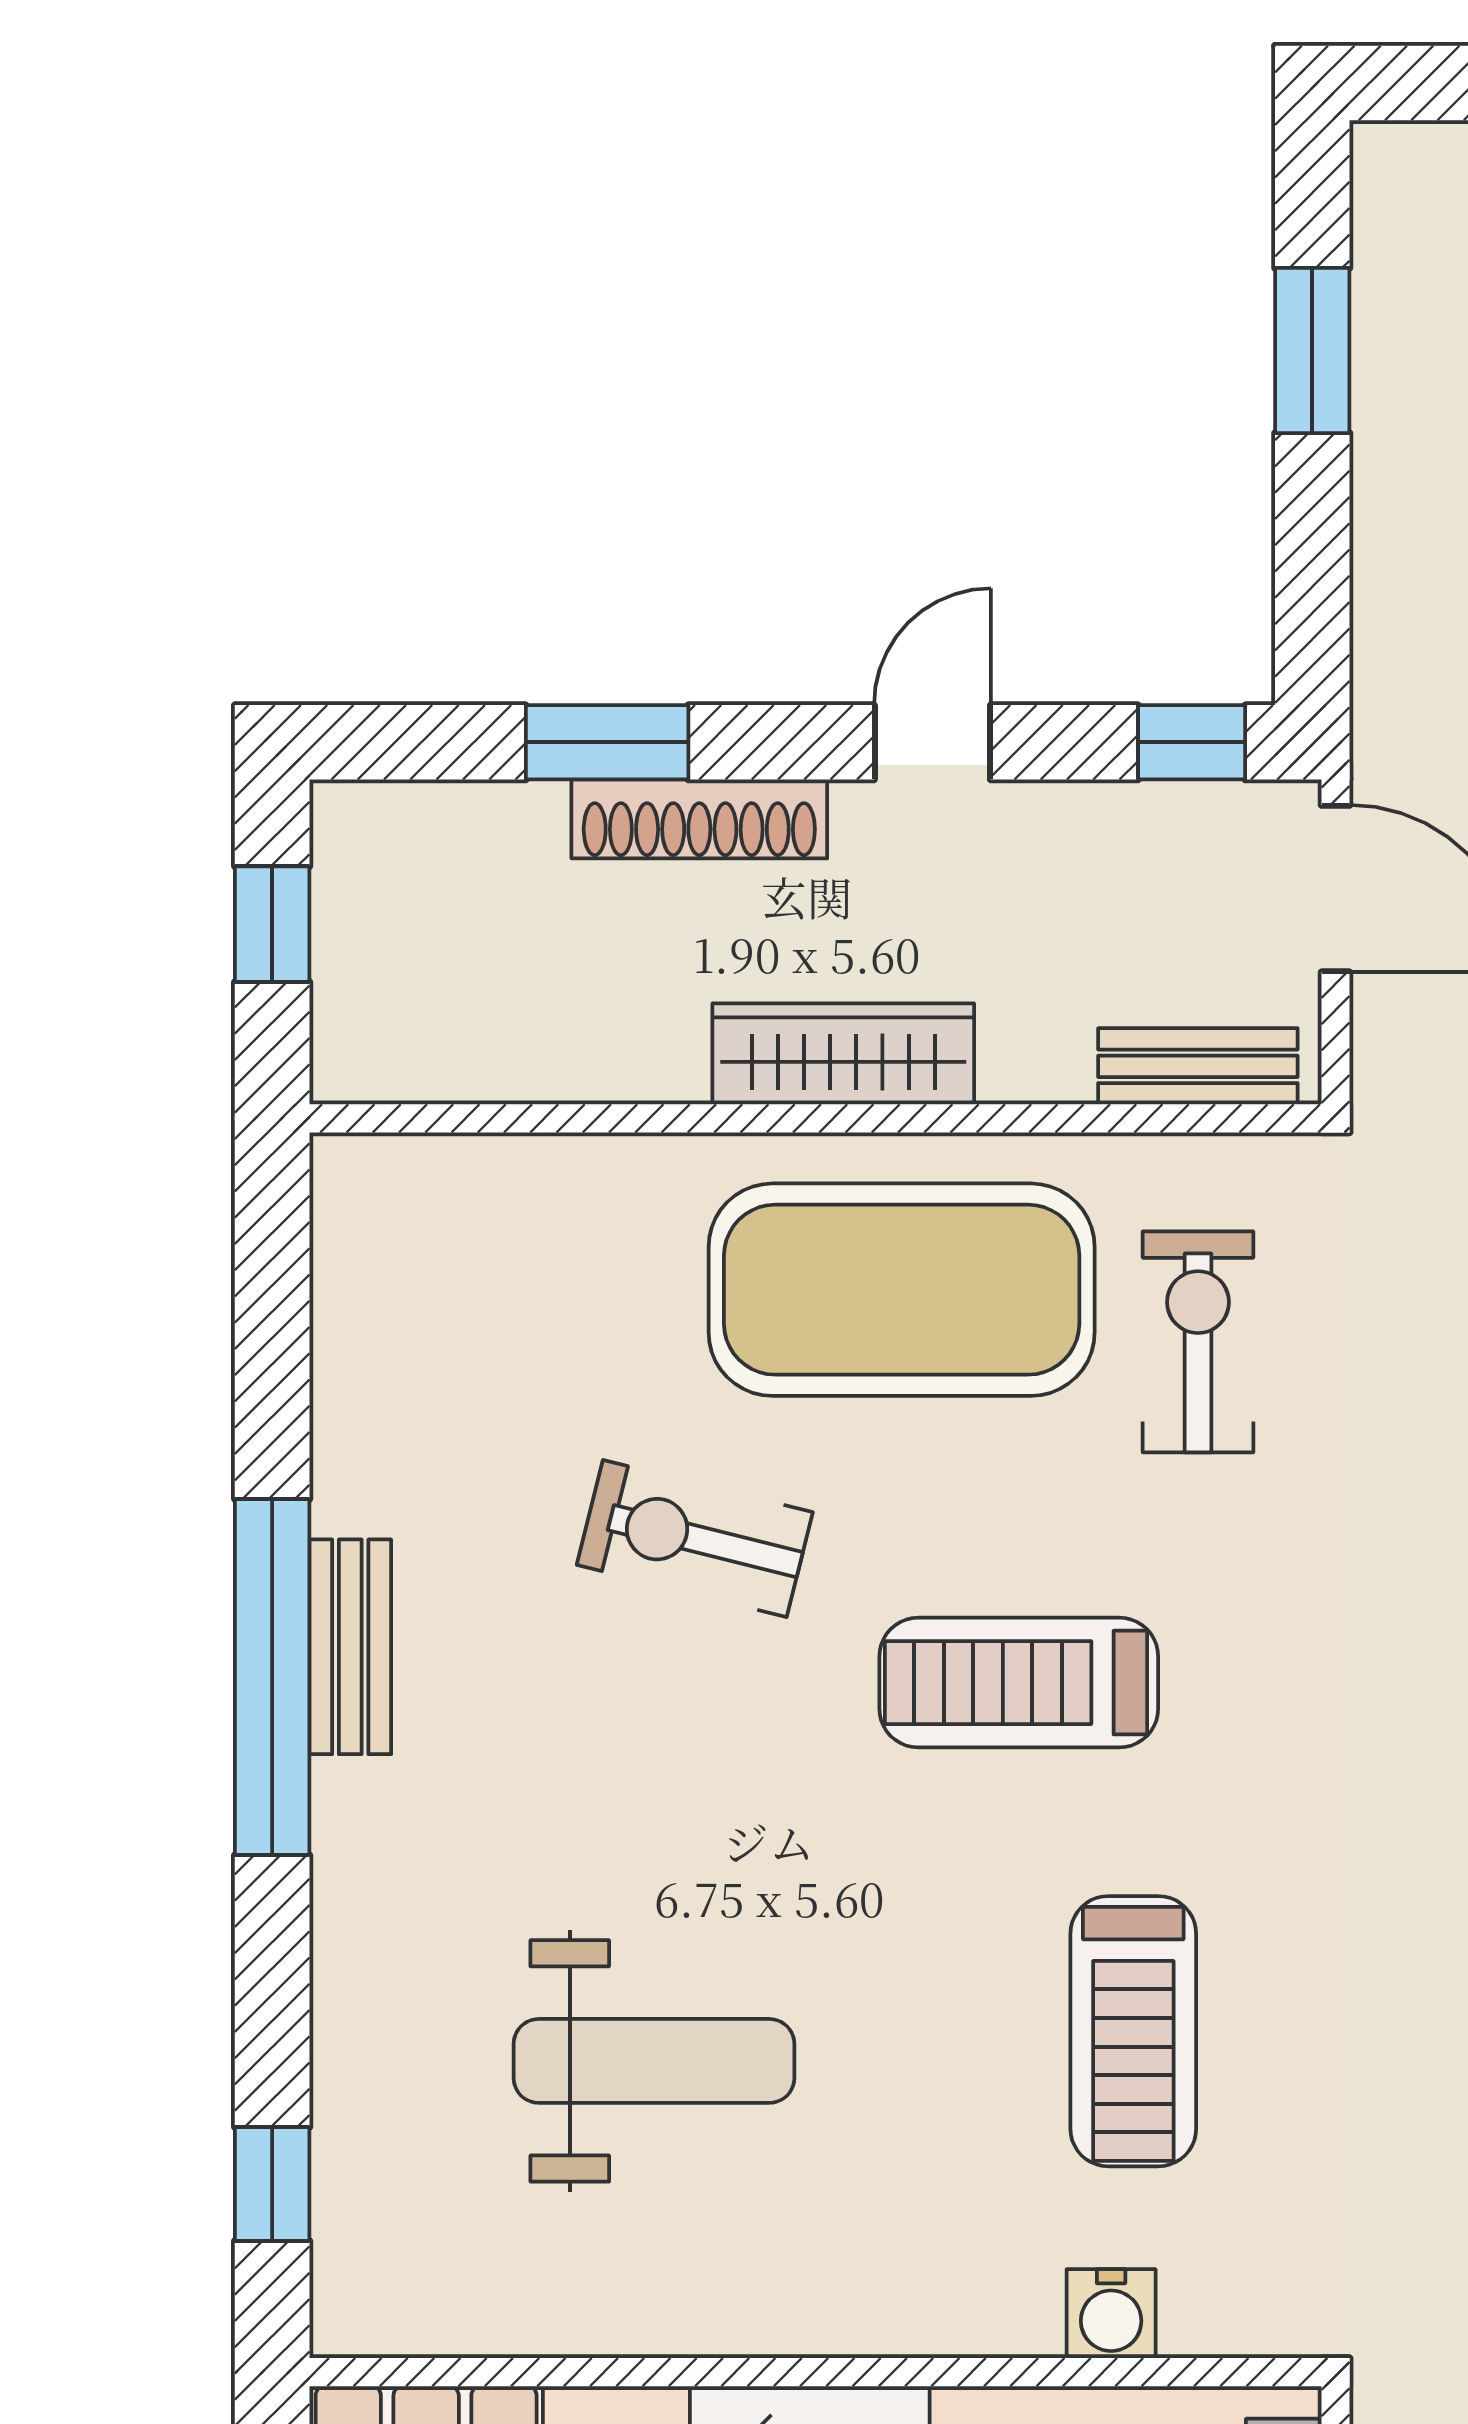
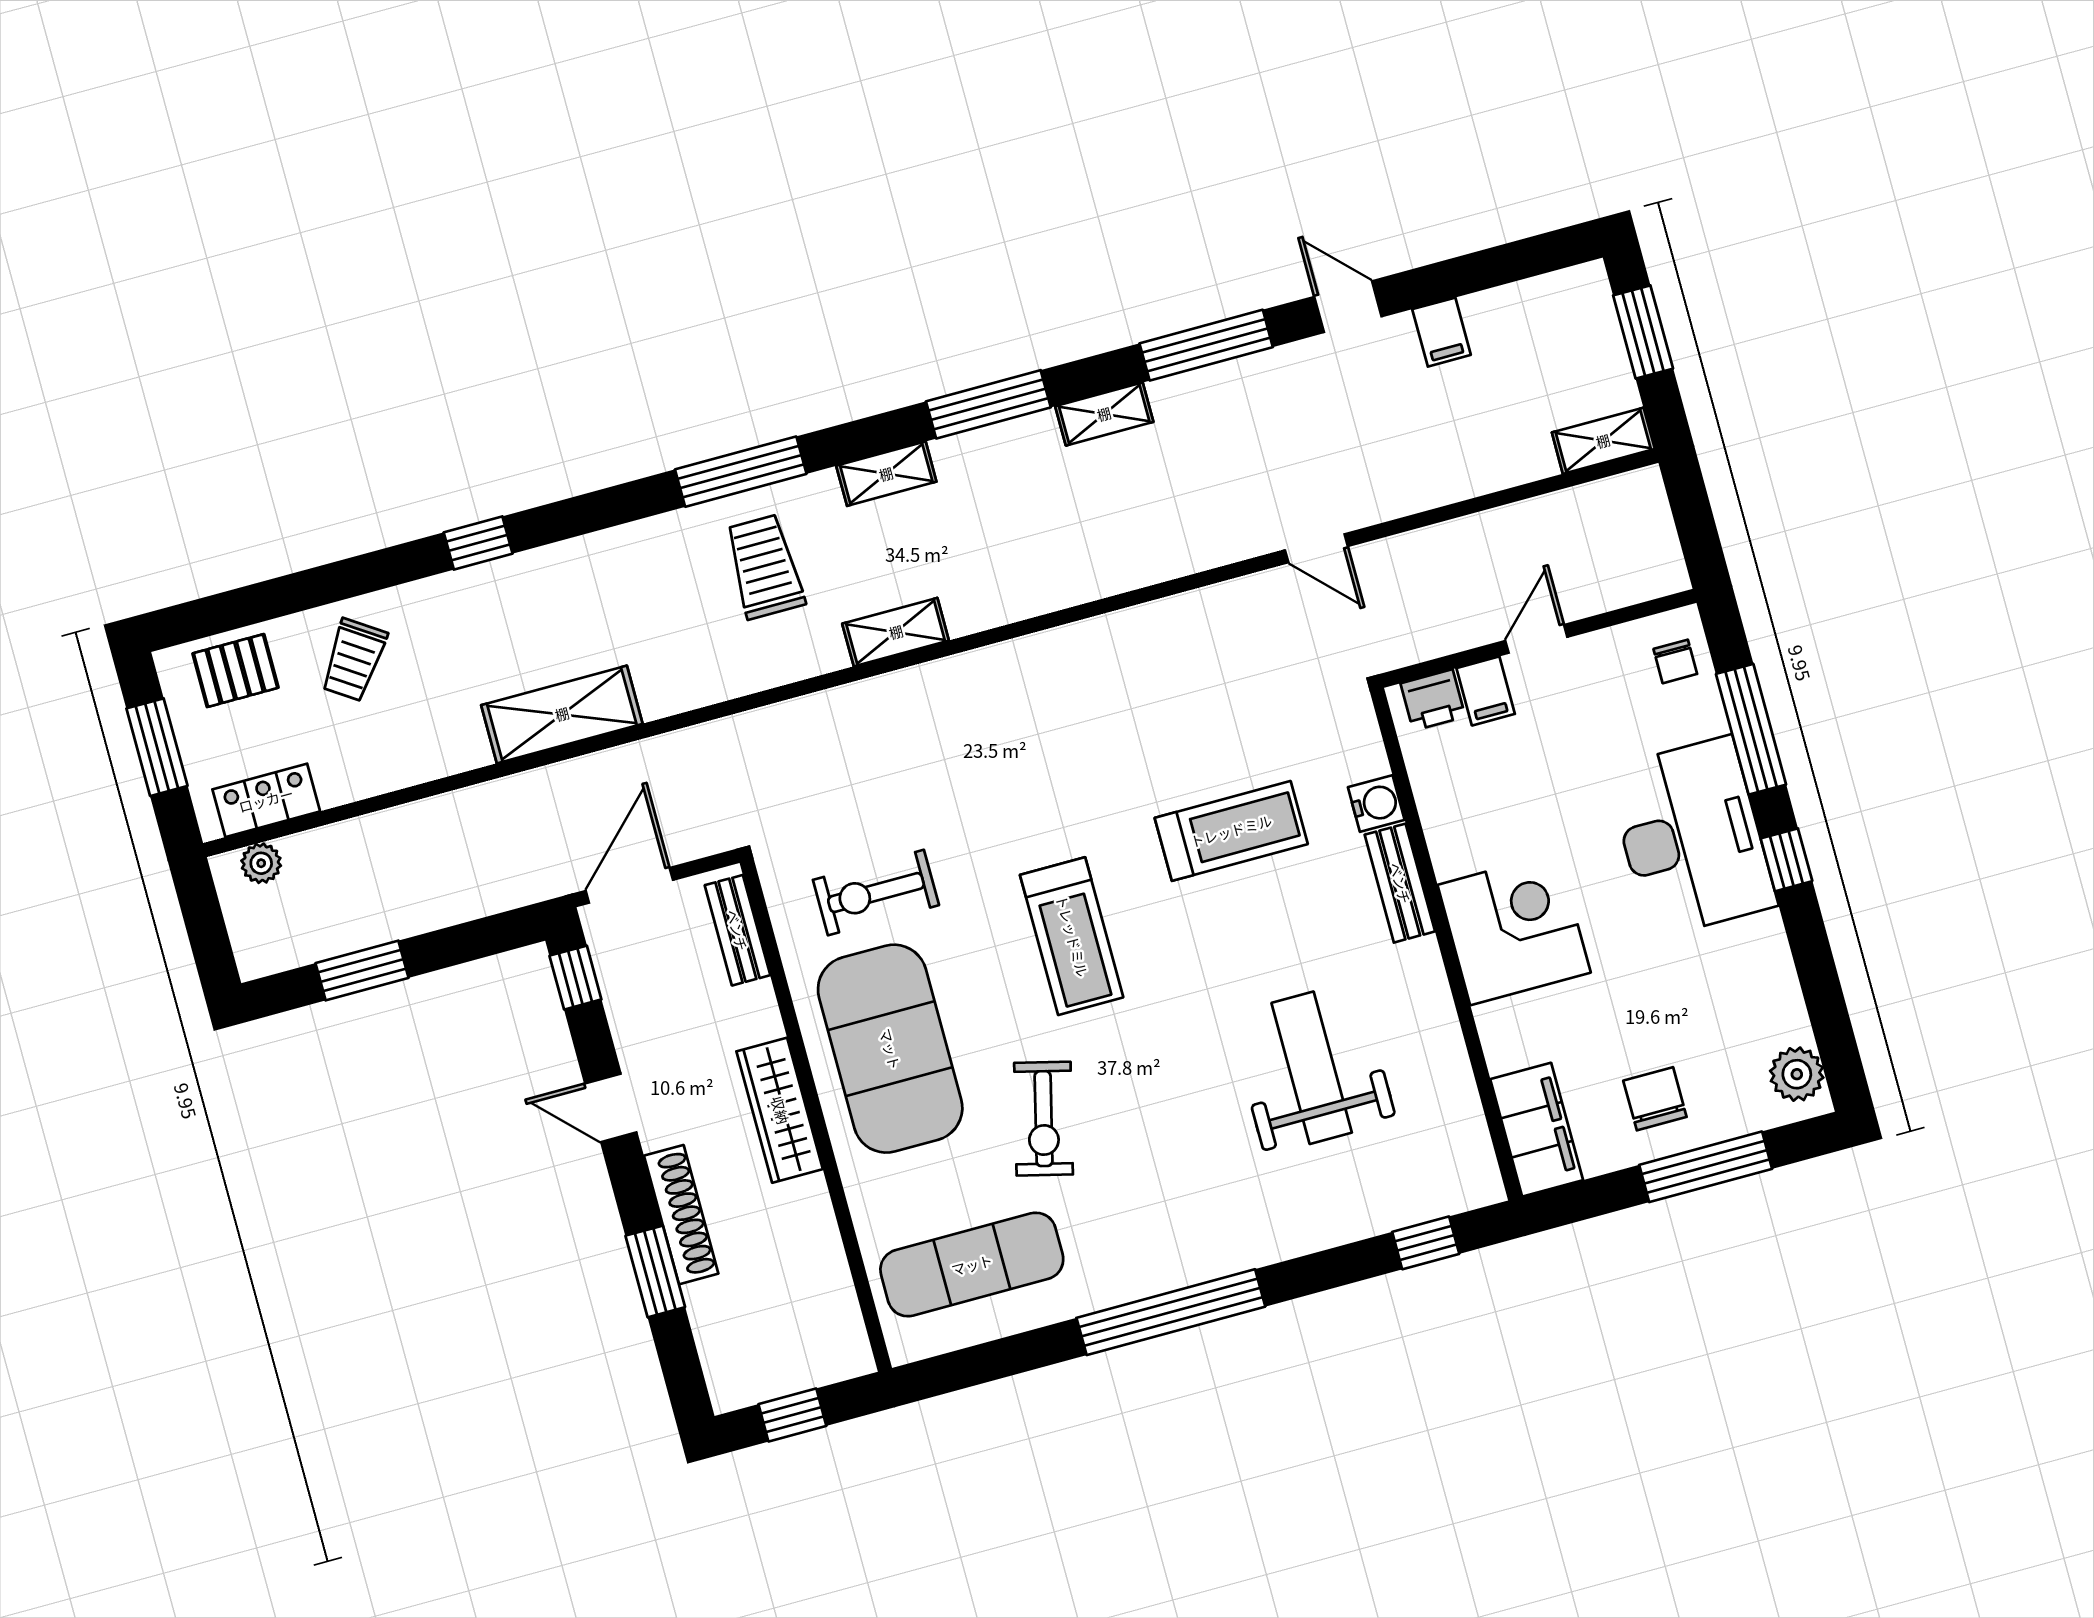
exercise mat: (461, 1332) -> (972, 1265), added
bench: (350, 1647) -> (1400, 883), moved, turned 90

